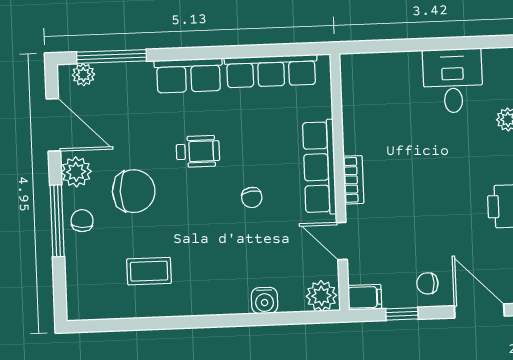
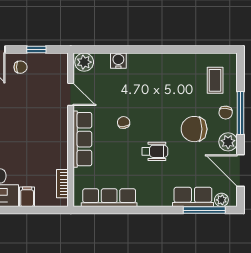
row of seats: (188, 75) -> (193, 197), moved
wheelchair: (198, 151) -> (155, 151), turned 180
bookcase: (353, 180) -> (62, 184), moved
coffee table: (149, 271) -> (215, 80), moved, turned 90
filing cabinet: (365, 297) -> (27, 197), moved, turned 90

